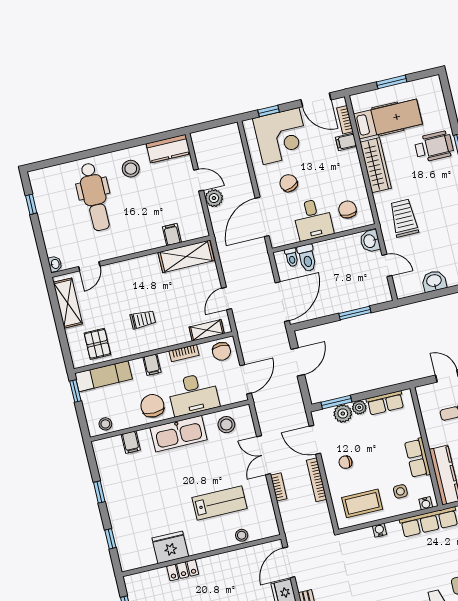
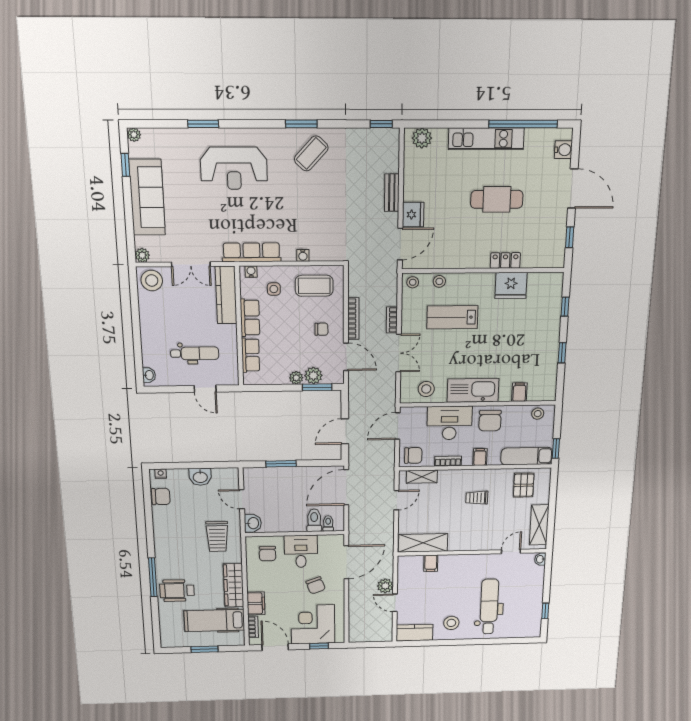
filing cabinet: (346, 142) -> (256, 603), width x2.00
chair: (221, 351) -> (413, 455), turned 90
row of seats: (385, 403) -> (251, 355), moved, turned 90
stool: (267, 529) -> (413, 282), added

